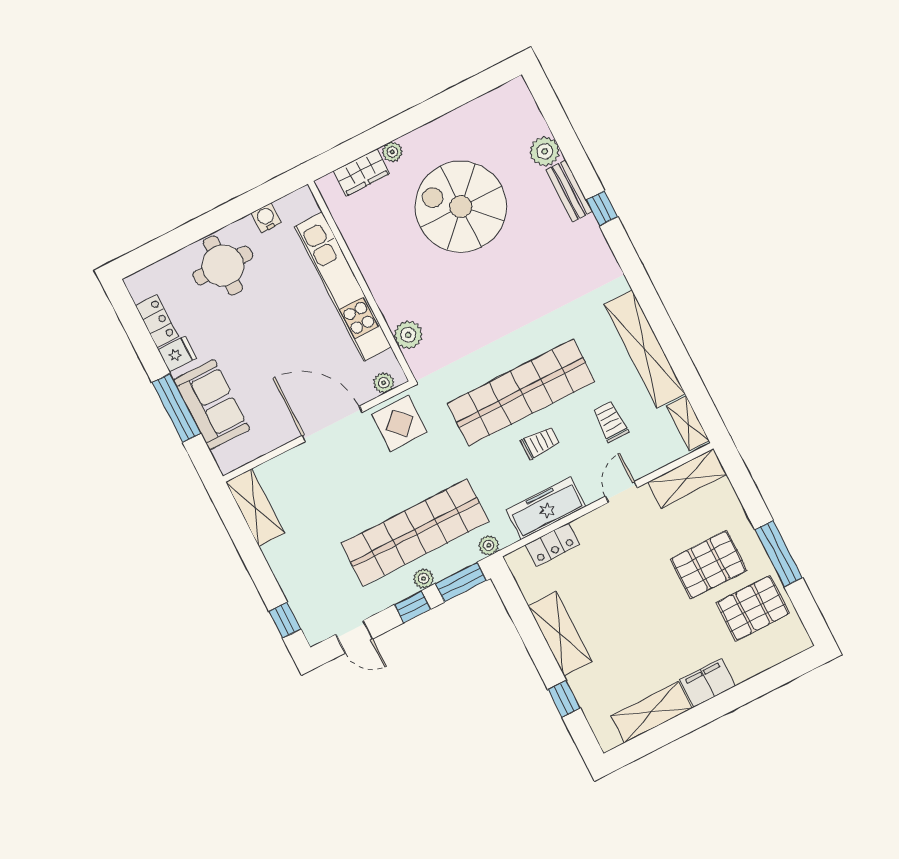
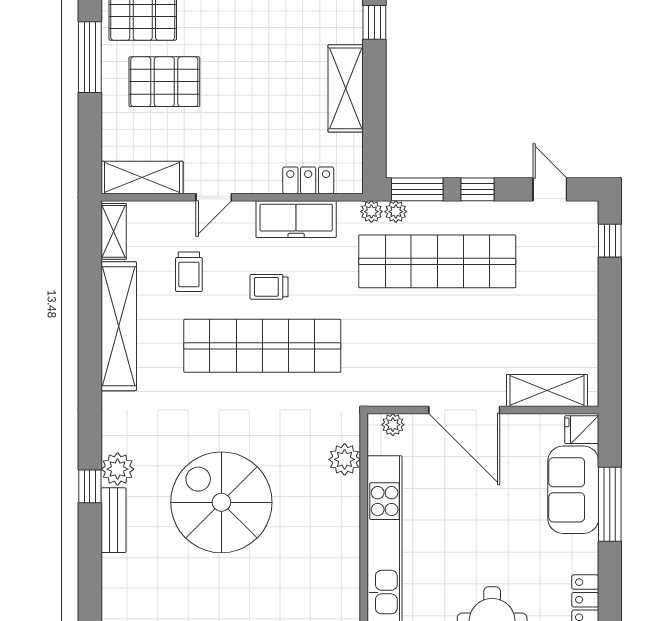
plant: (545, 151) -> (118, 469), moved
spiral stairs: (461, 207) -> (221, 502), moved, turned 180
fridge: (177, 354) -> (582, 430), moved
display table: (400, 423) -> (398, 377), removed
shelving: (255, 508) -> (547, 391), moved, turned 90
plant: (424, 579) -> (396, 212), moved

